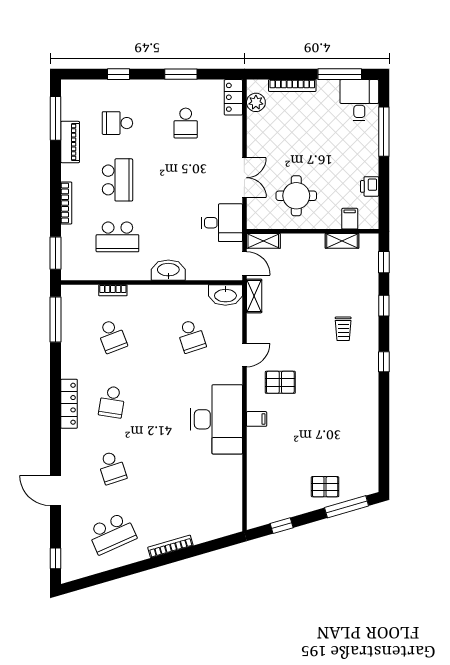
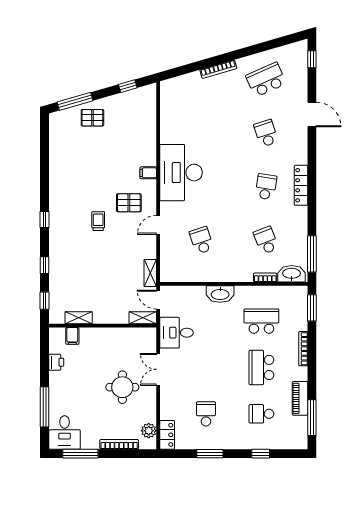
school desk: (117, 123) -> (261, 414), turned 180
round table: (296, 196) -> (122, 387), moved
washbasin: (225, 295) -> (292, 274), moved
trolley: (343, 329) -> (98, 221), moved

